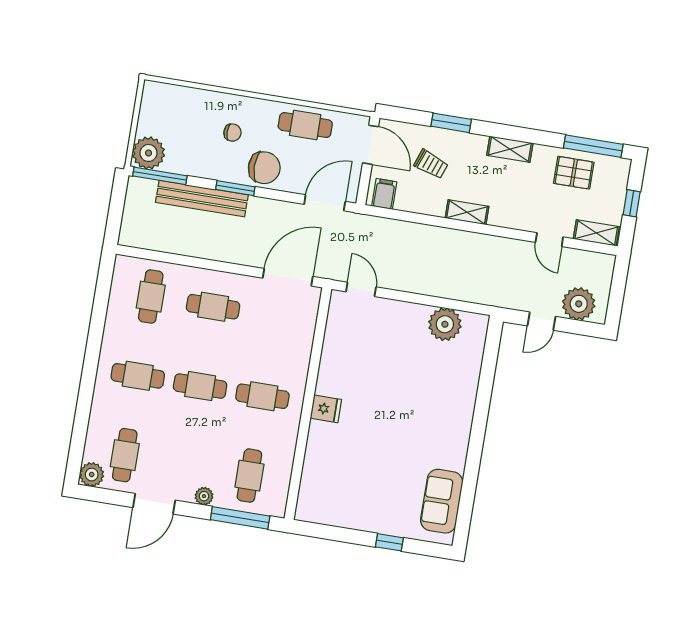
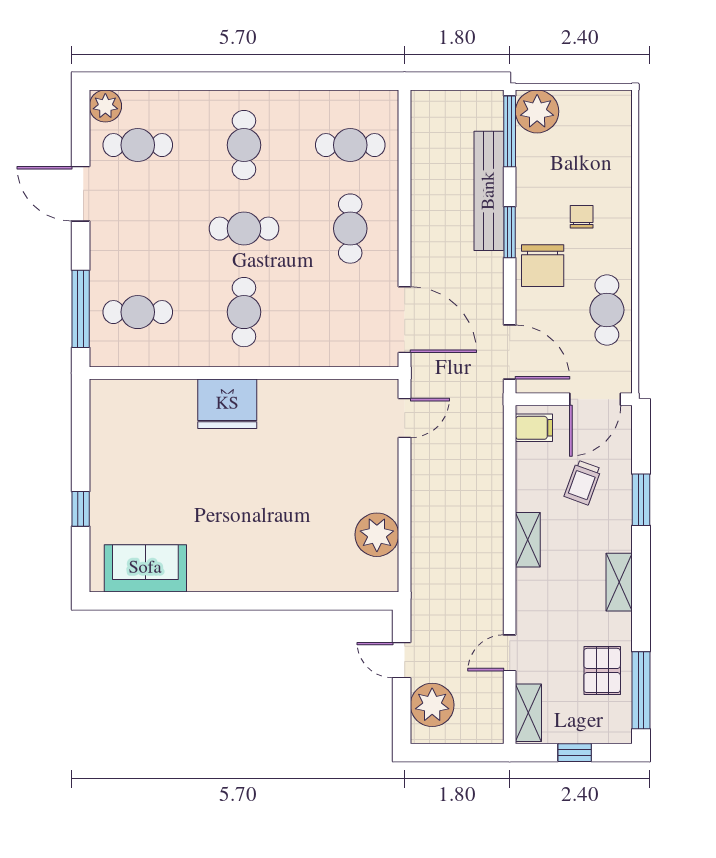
chair: (232, 133) -> (582, 217), turned 180
cafe table: (200, 386) -> (244, 229), turned 90
fridge: (326, 409) -> (227, 404), width x1.88, depth x1.34
plant: (204, 496) -> (101, 257), removed

